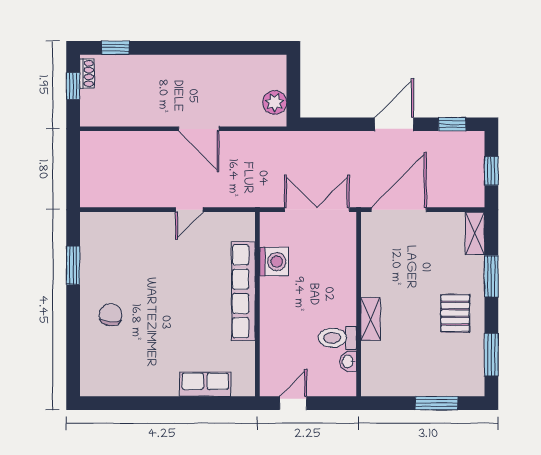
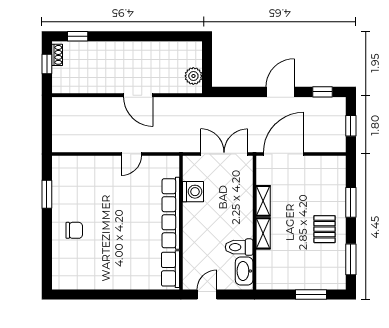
shelving: (475, 233) -> (263, 201), moved
chair: (111, 315) -> (74, 230), turned 87
washbasin: (348, 361) -> (244, 271), width x1.91, depth x1.45
row of seats: (205, 384) -> (170, 269), moved, turned -90

